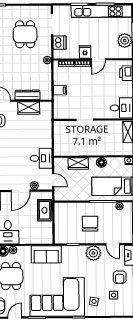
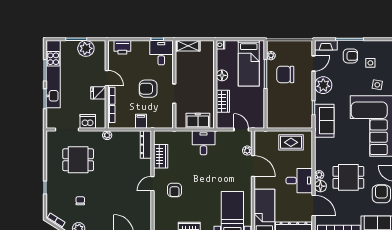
dresser: (27, 95) -> (146, 145), moved
armchair: (89, 96) -> (148, 89), added
freezer: (61, 141) -> (198, 121), added
desk: (41, 158) -> (204, 143), moved
door: (53, 180) -> (241, 130), hinge flipped
rug: (45, 210) -> (291, 142), moved
chair: (90, 224) -> (285, 74), moved
sofa: (46, 254) -> (324, 121), moved

